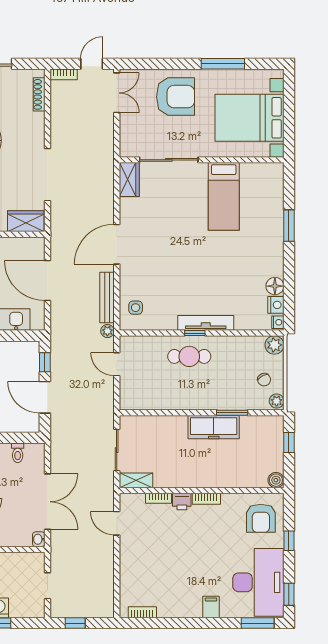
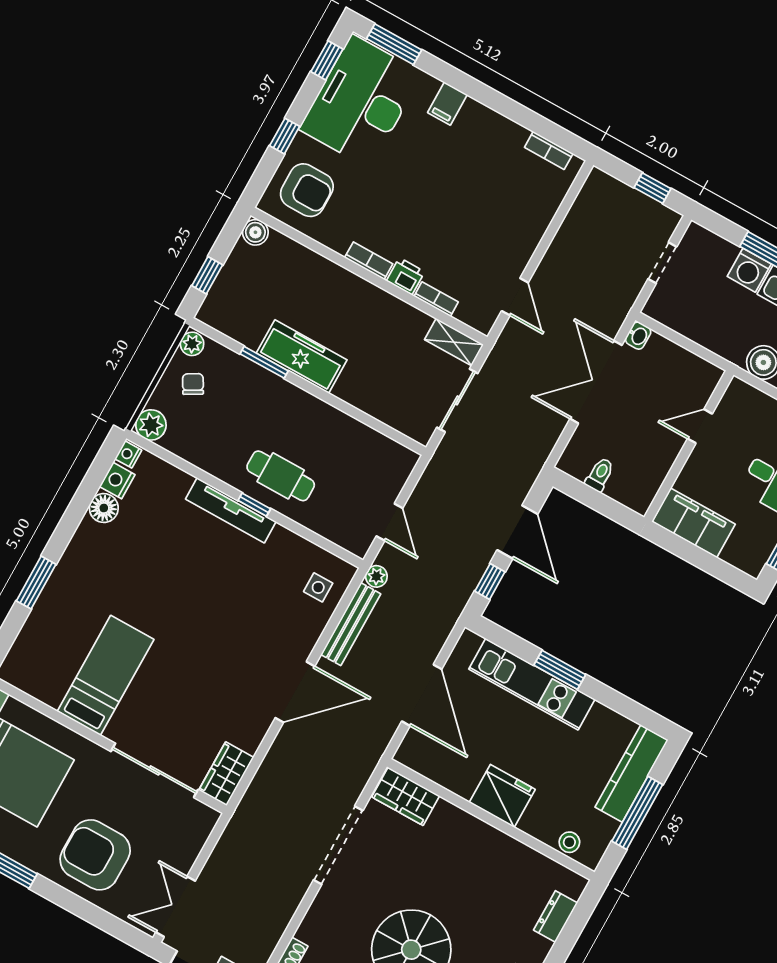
armchair: (261, 518) -> (307, 190), turned 90

